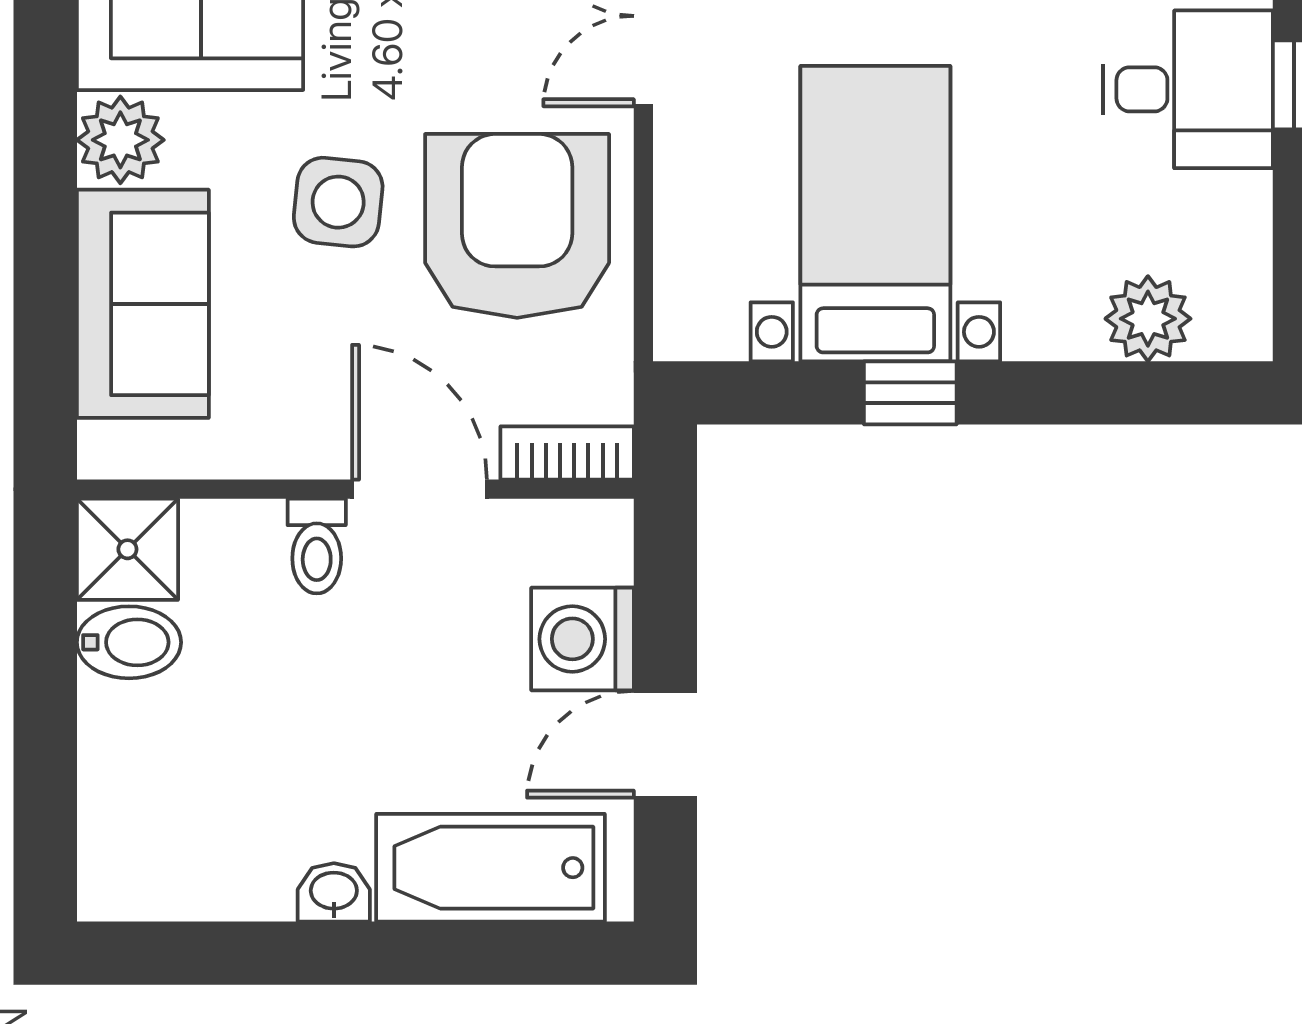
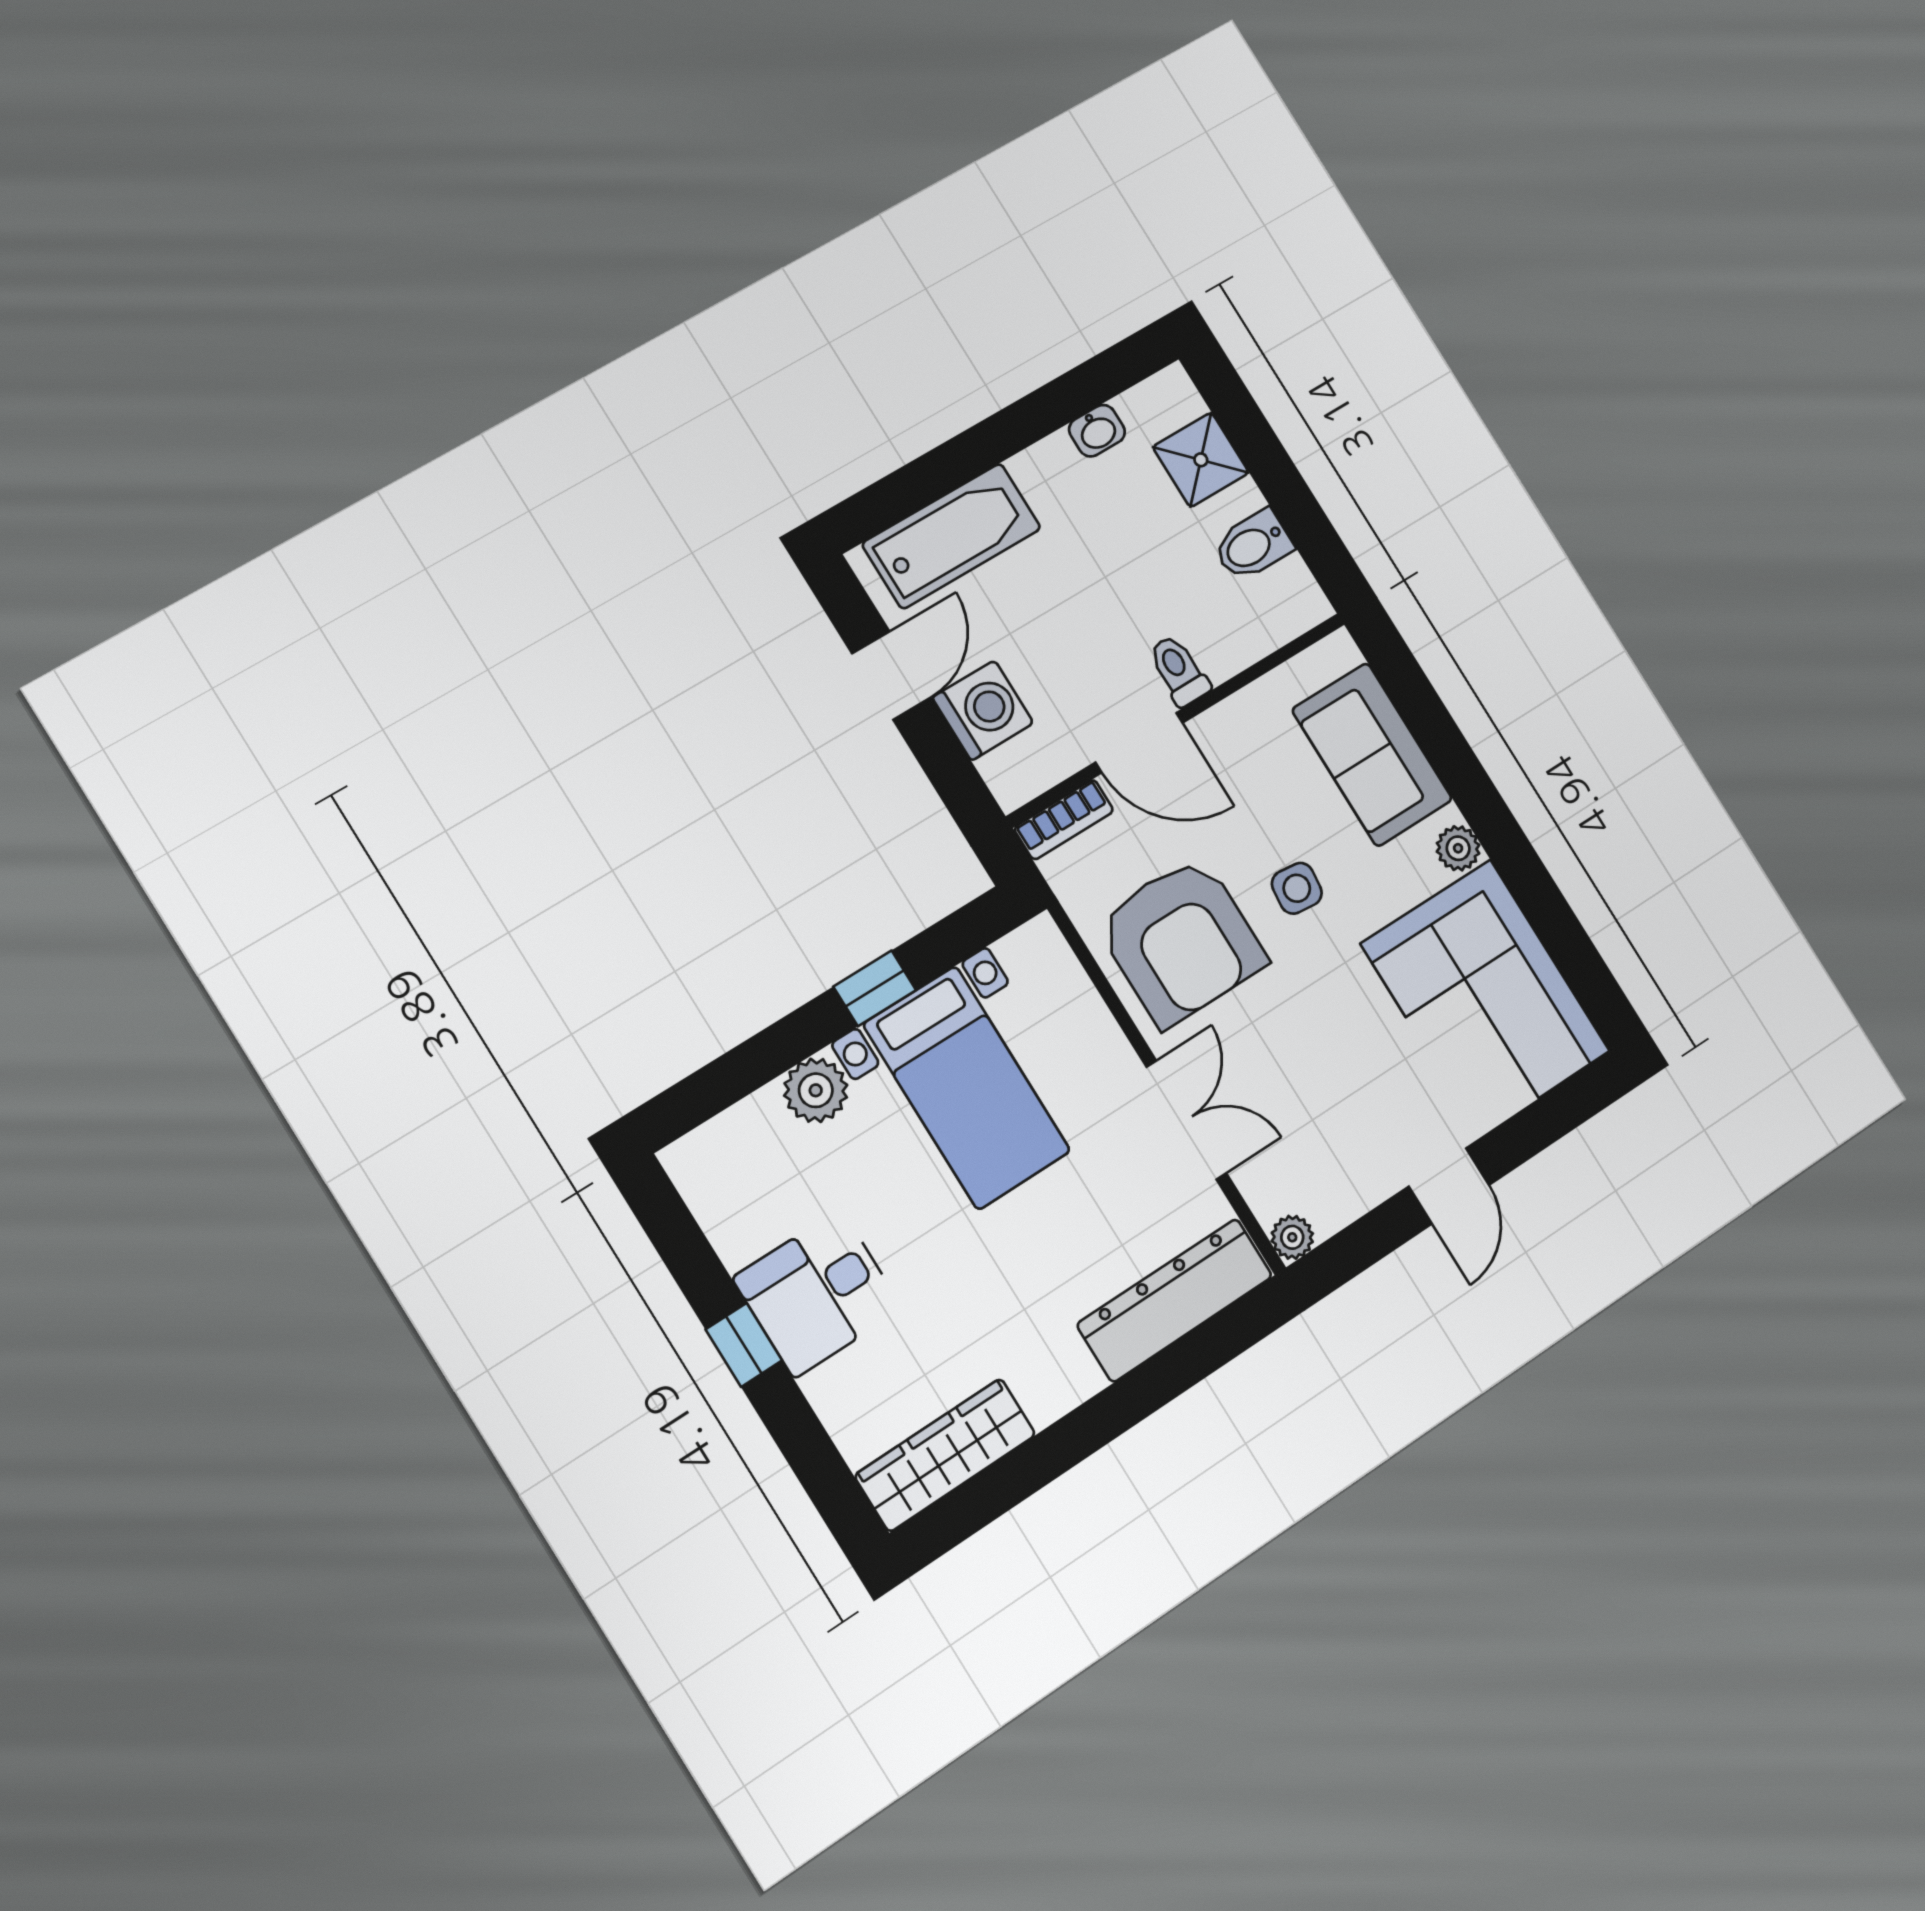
plant: (120, 140) -> (1458, 848), width x0.73, depth x0.73
side table: (338, 202) -> (1297, 888), width x0.73, depth x0.73
plant: (1148, 319) -> (816, 1090), moved
shower: (127, 549) -> (1201, 460), moved
washbasin: (334, 892) -> (1097, 431), moved

